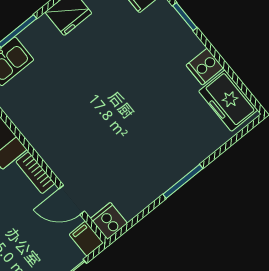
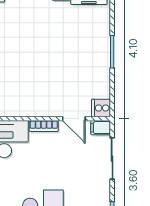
door: (72, 200) -> (74, 119), hinge flipped

